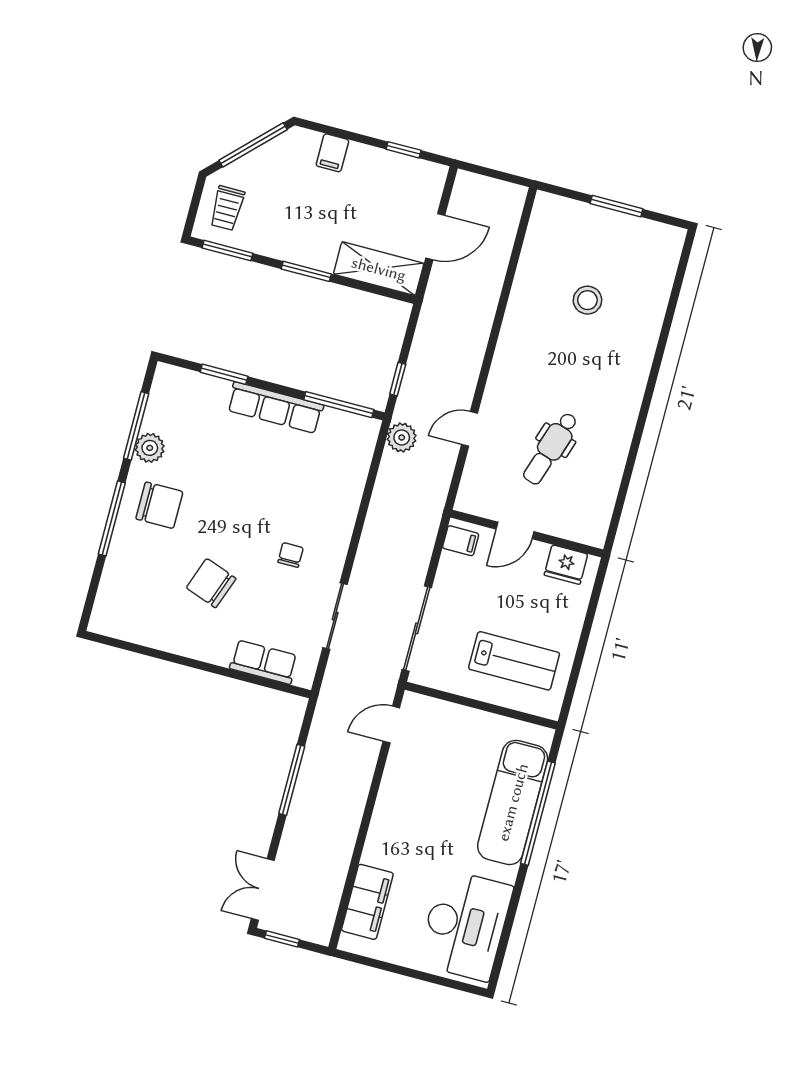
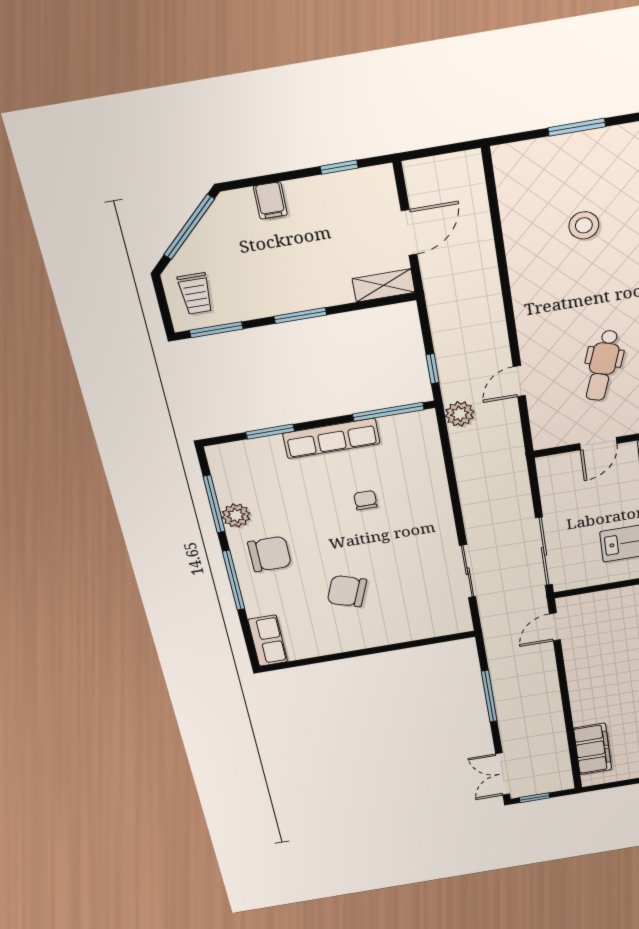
shelving: (379, 269) -> (384, 285), width x0.67, depth x0.75
filing cabinet: (461, 541) -> (552, 471), removed
chair: (291, 555) -> (365, 500), moved
row of seats: (264, 662) -> (268, 641), moved, turned 90

